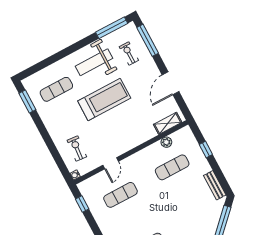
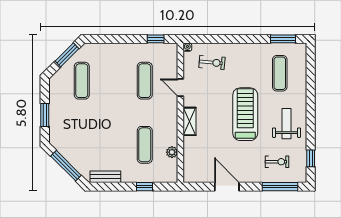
window: (112, 28) -> (311, 158), width x0.46
weight bench: (94, 62) -> (287, 124), width x0.73, depth x0.75
treadmill: (104, 100) -> (245, 114), turned 180
shelving: (168, 123) -> (189, 121), moved

